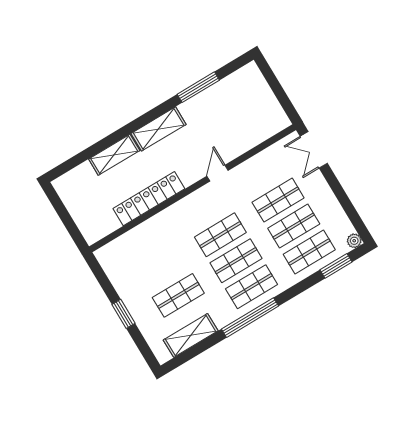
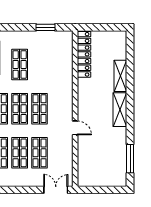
window: (198, 87) -> (130, 159), moved
locker: (149, 199) -> (84, 54), moved
window: (124, 314) -> (45, 27), moved

